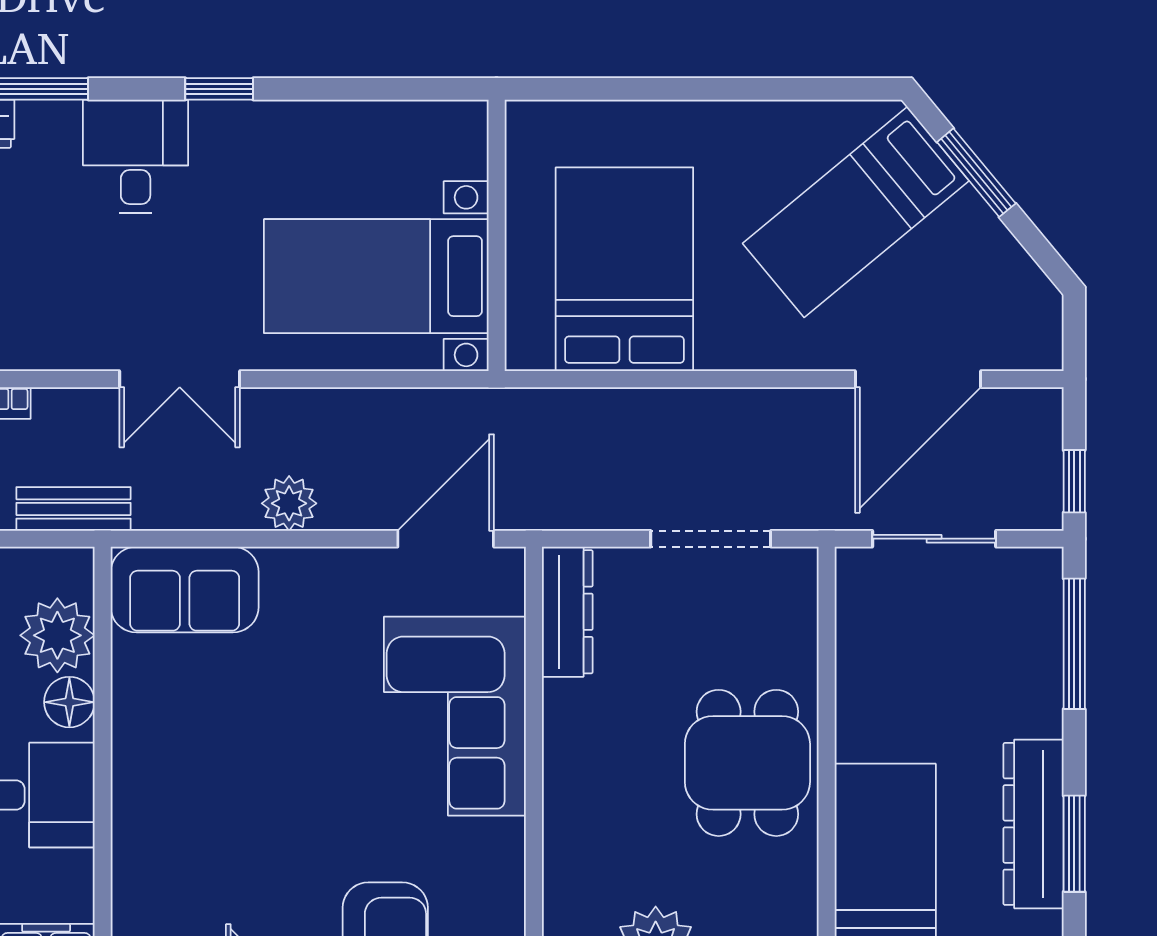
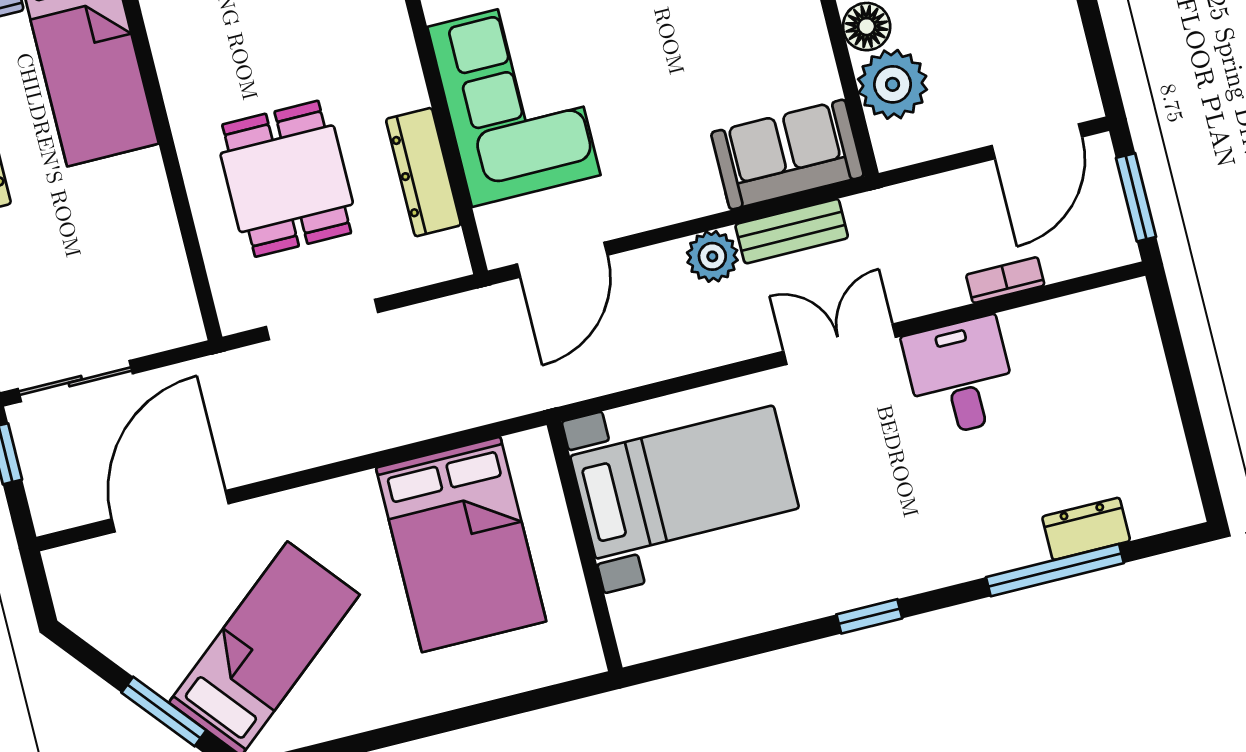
desk: (136, 156) -> (960, 377), moved, turned 180
bench: (73, 509) -> (792, 231), moved
sliding door: (934, 539) -> (75, 381), moved
dresser: (567, 612) -> (423, 172), moved
dining table: (747, 763) -> (287, 179), moved

